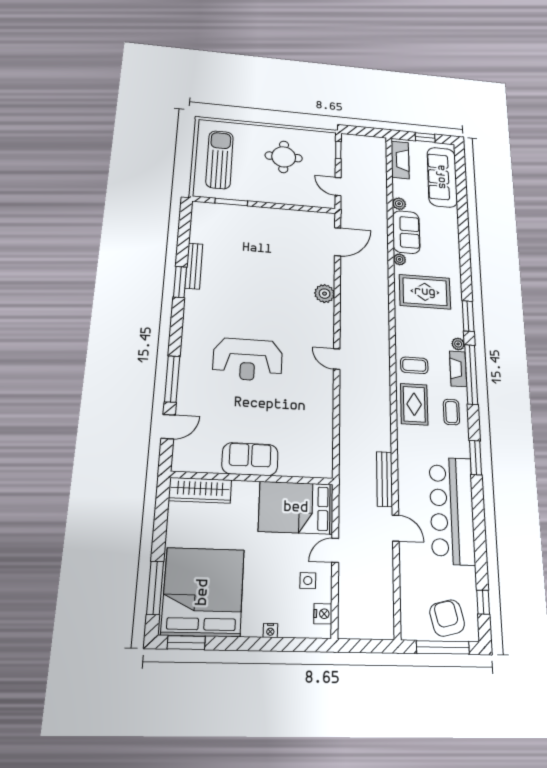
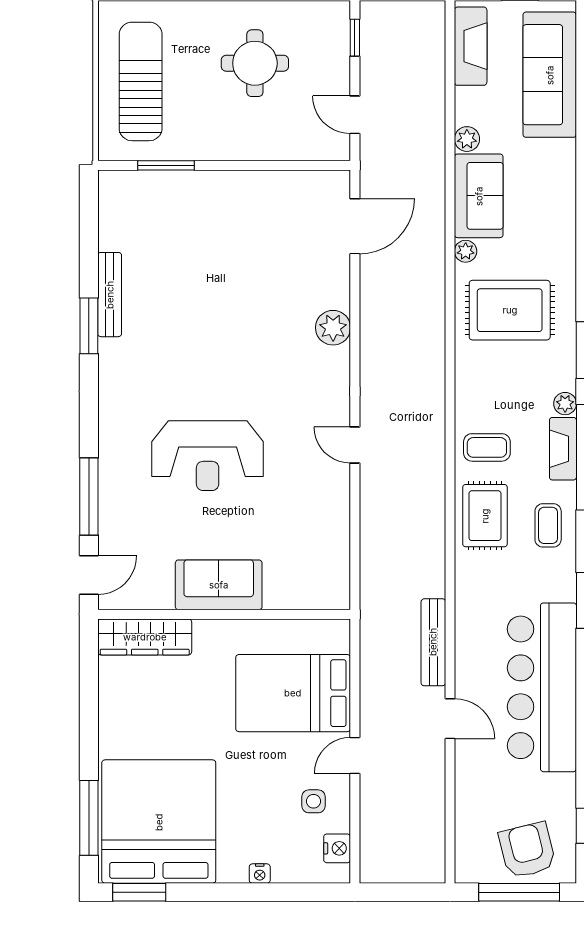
sofa: (250, 459) -> (219, 585), moved
wall: (253, 478) -> (224, 614), moved
wardrobe: (200, 490) -> (145, 637), moved

